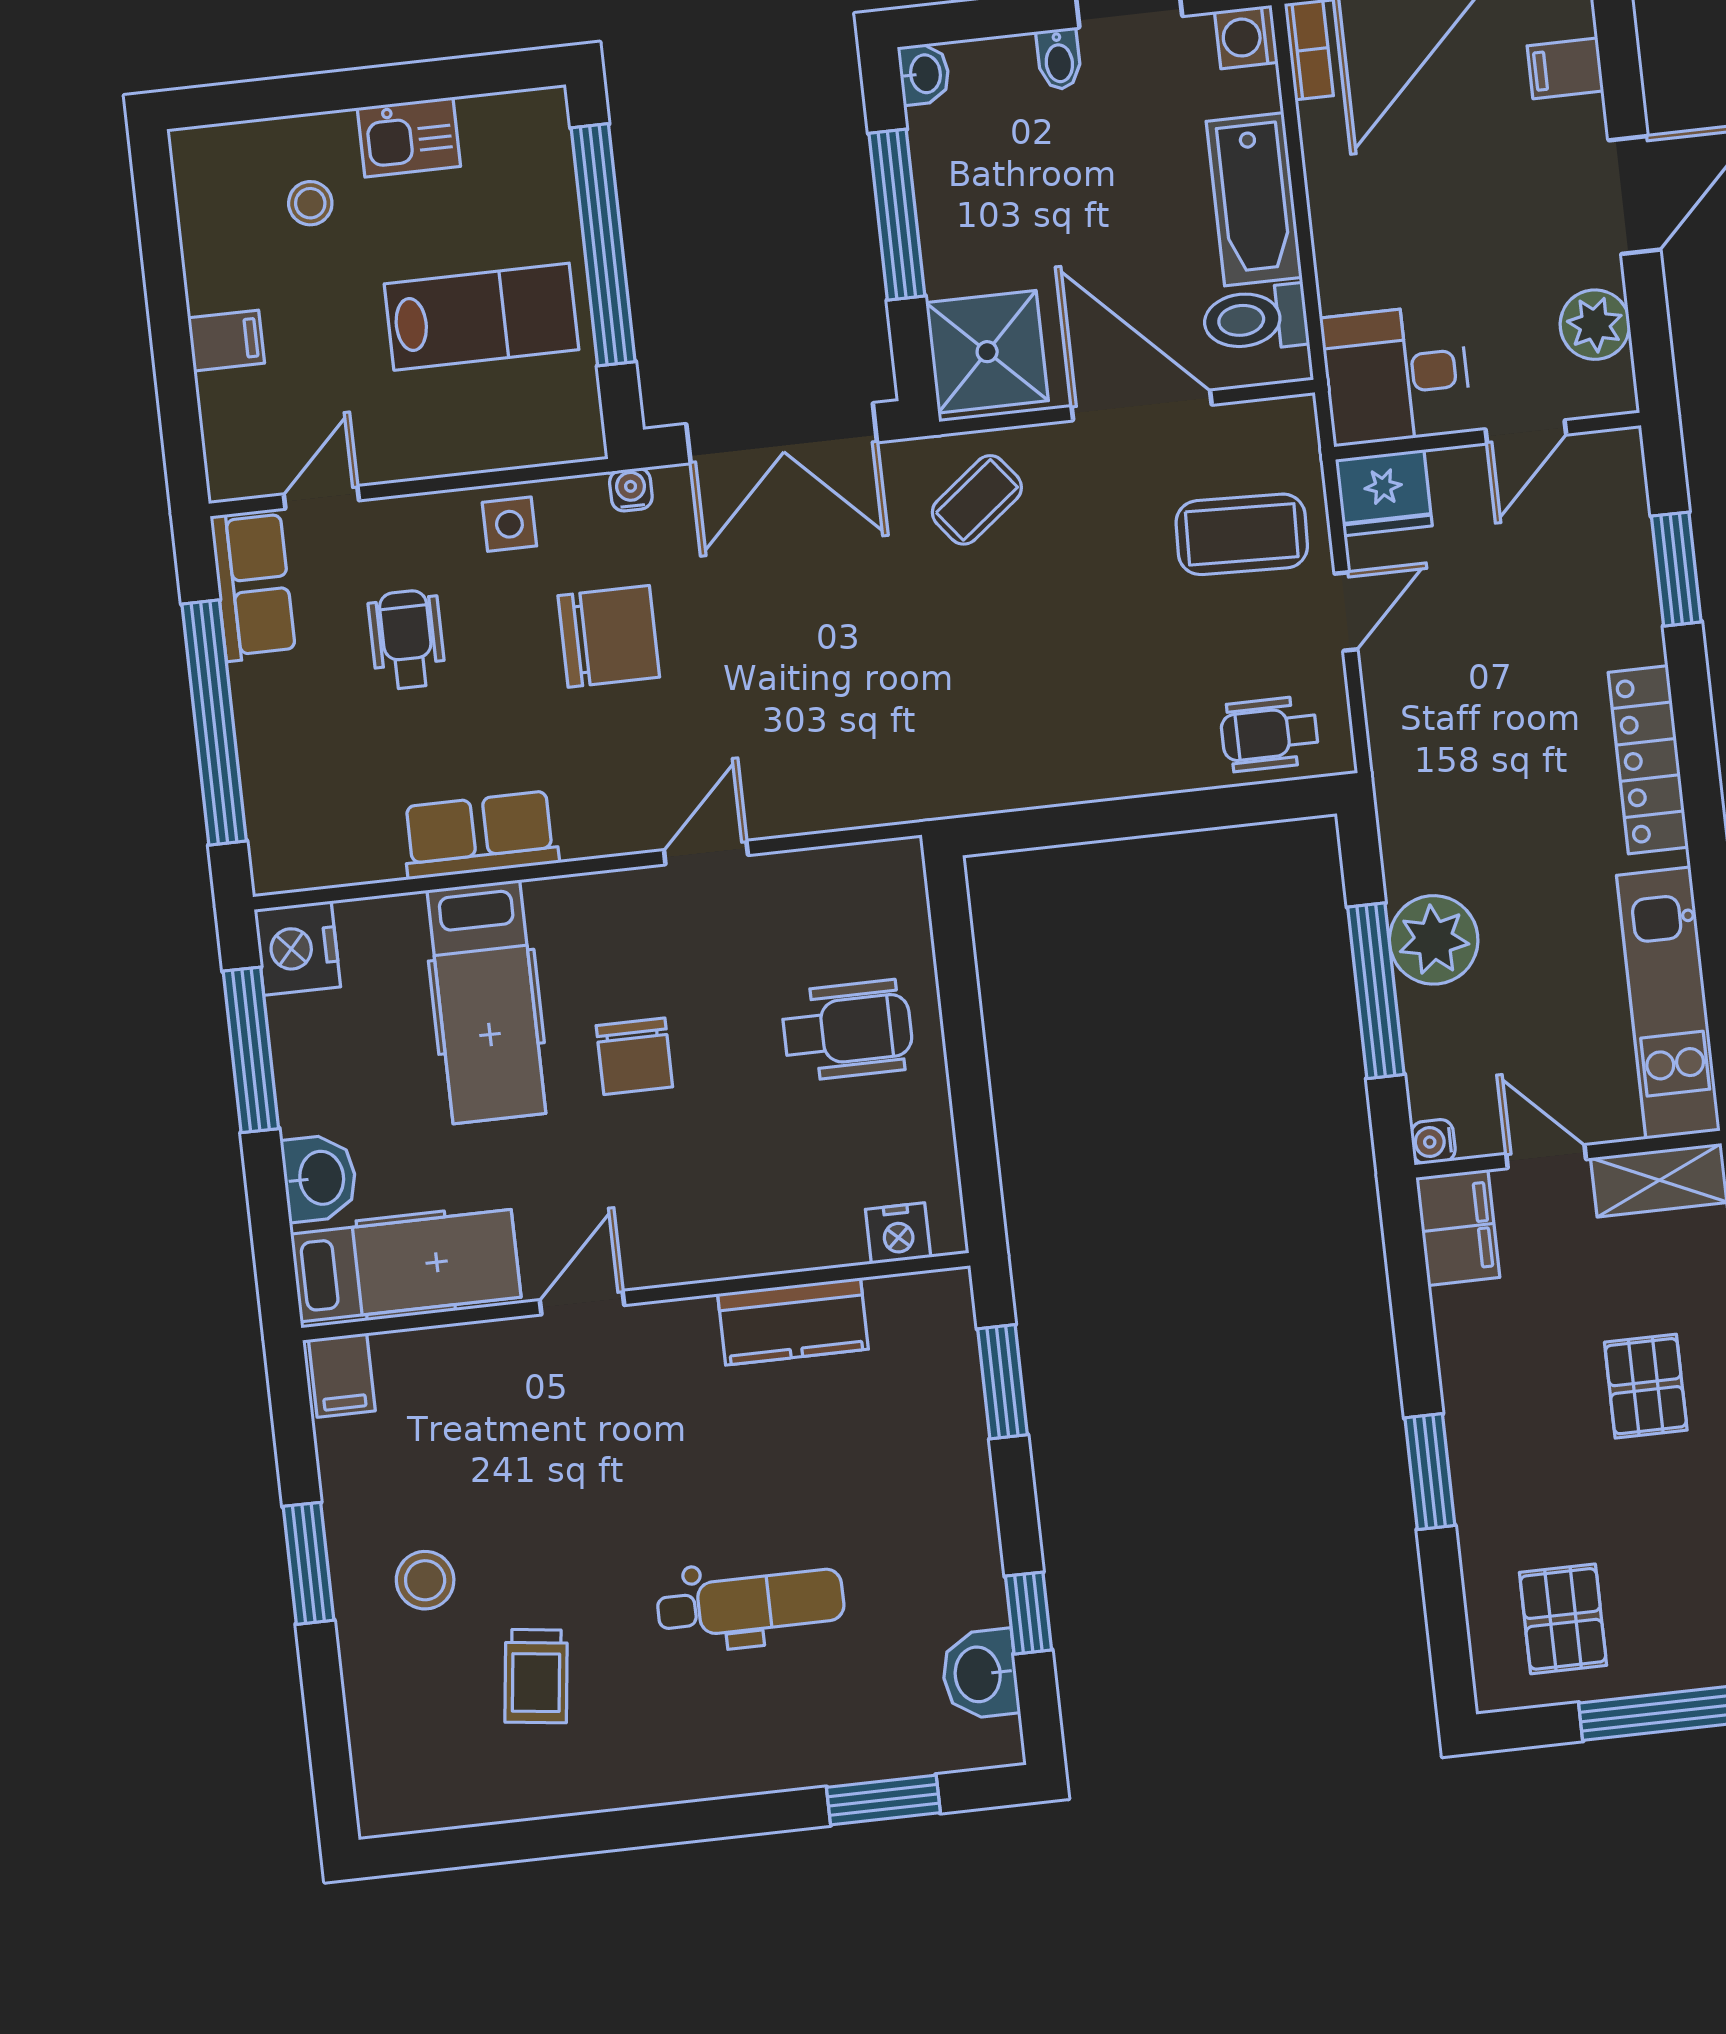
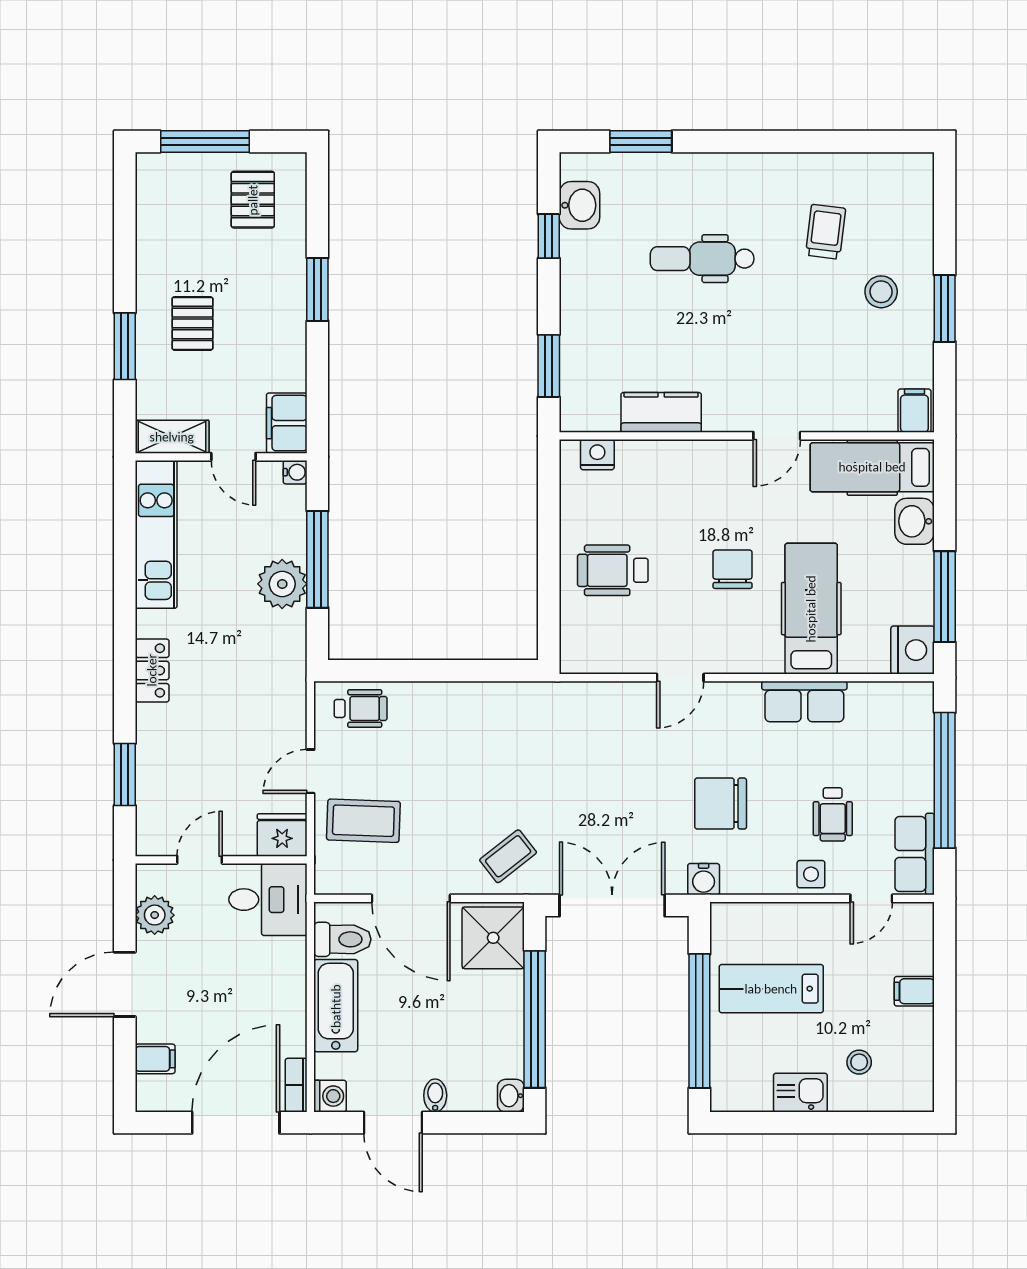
window: (897, 215) -> (535, 1019), width x1.46
water cooler: (631, 490) -> (704, 879), width x1.38, depth x1.38
side table: (509, 524) -> (811, 874), moved
locker: (1648, 760) -> (152, 670), width x0.66

